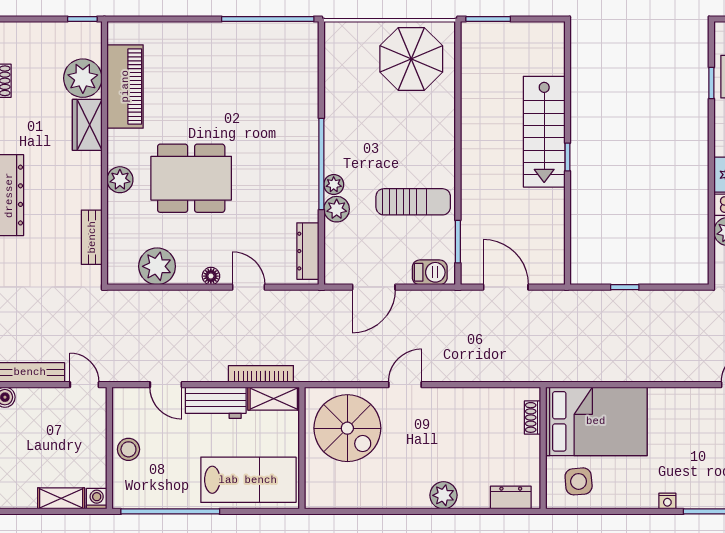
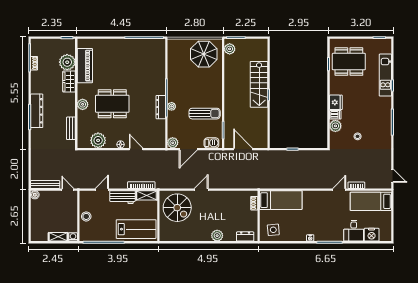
plant: (473, 46) -> (230, 49), added
plant: (337, 209) -> (173, 143), moved
dresser: (308, 251) -> (161, 107), moved
door: (166, 385) -> (102, 190), swing flipped
bed: (596, 421) -> (281, 200), width x0.67

